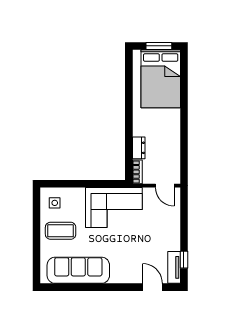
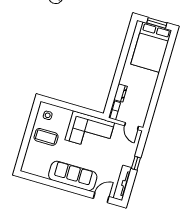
window: (184, 260) -> (136, 163), moved
tv unit: (174, 267) -> (123, 183), width x1.41
sofa: (78, 270) -> (73, 176), moved
door: (152, 287) -> (101, 197), hinge flipped

